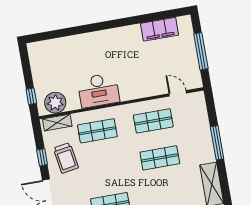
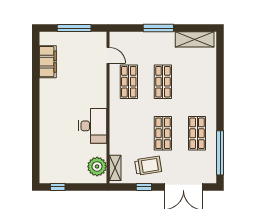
door: (178, 93) -> (108, 55), swing flipped
window: (31, 96) -> (58, 187), moved
shop shelf: (97, 131) -> (163, 133), moved

